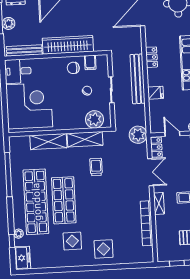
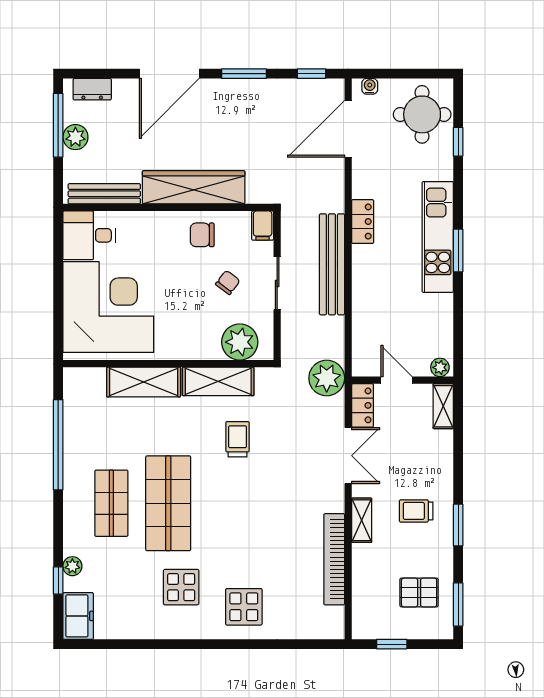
filing cabinet: (90, 62) -> (263, 226), moved
fridge: (156, 93) -> (367, 294), removed
shop shelf: (36, 202) -> (111, 503), width x0.50, depth x0.74

